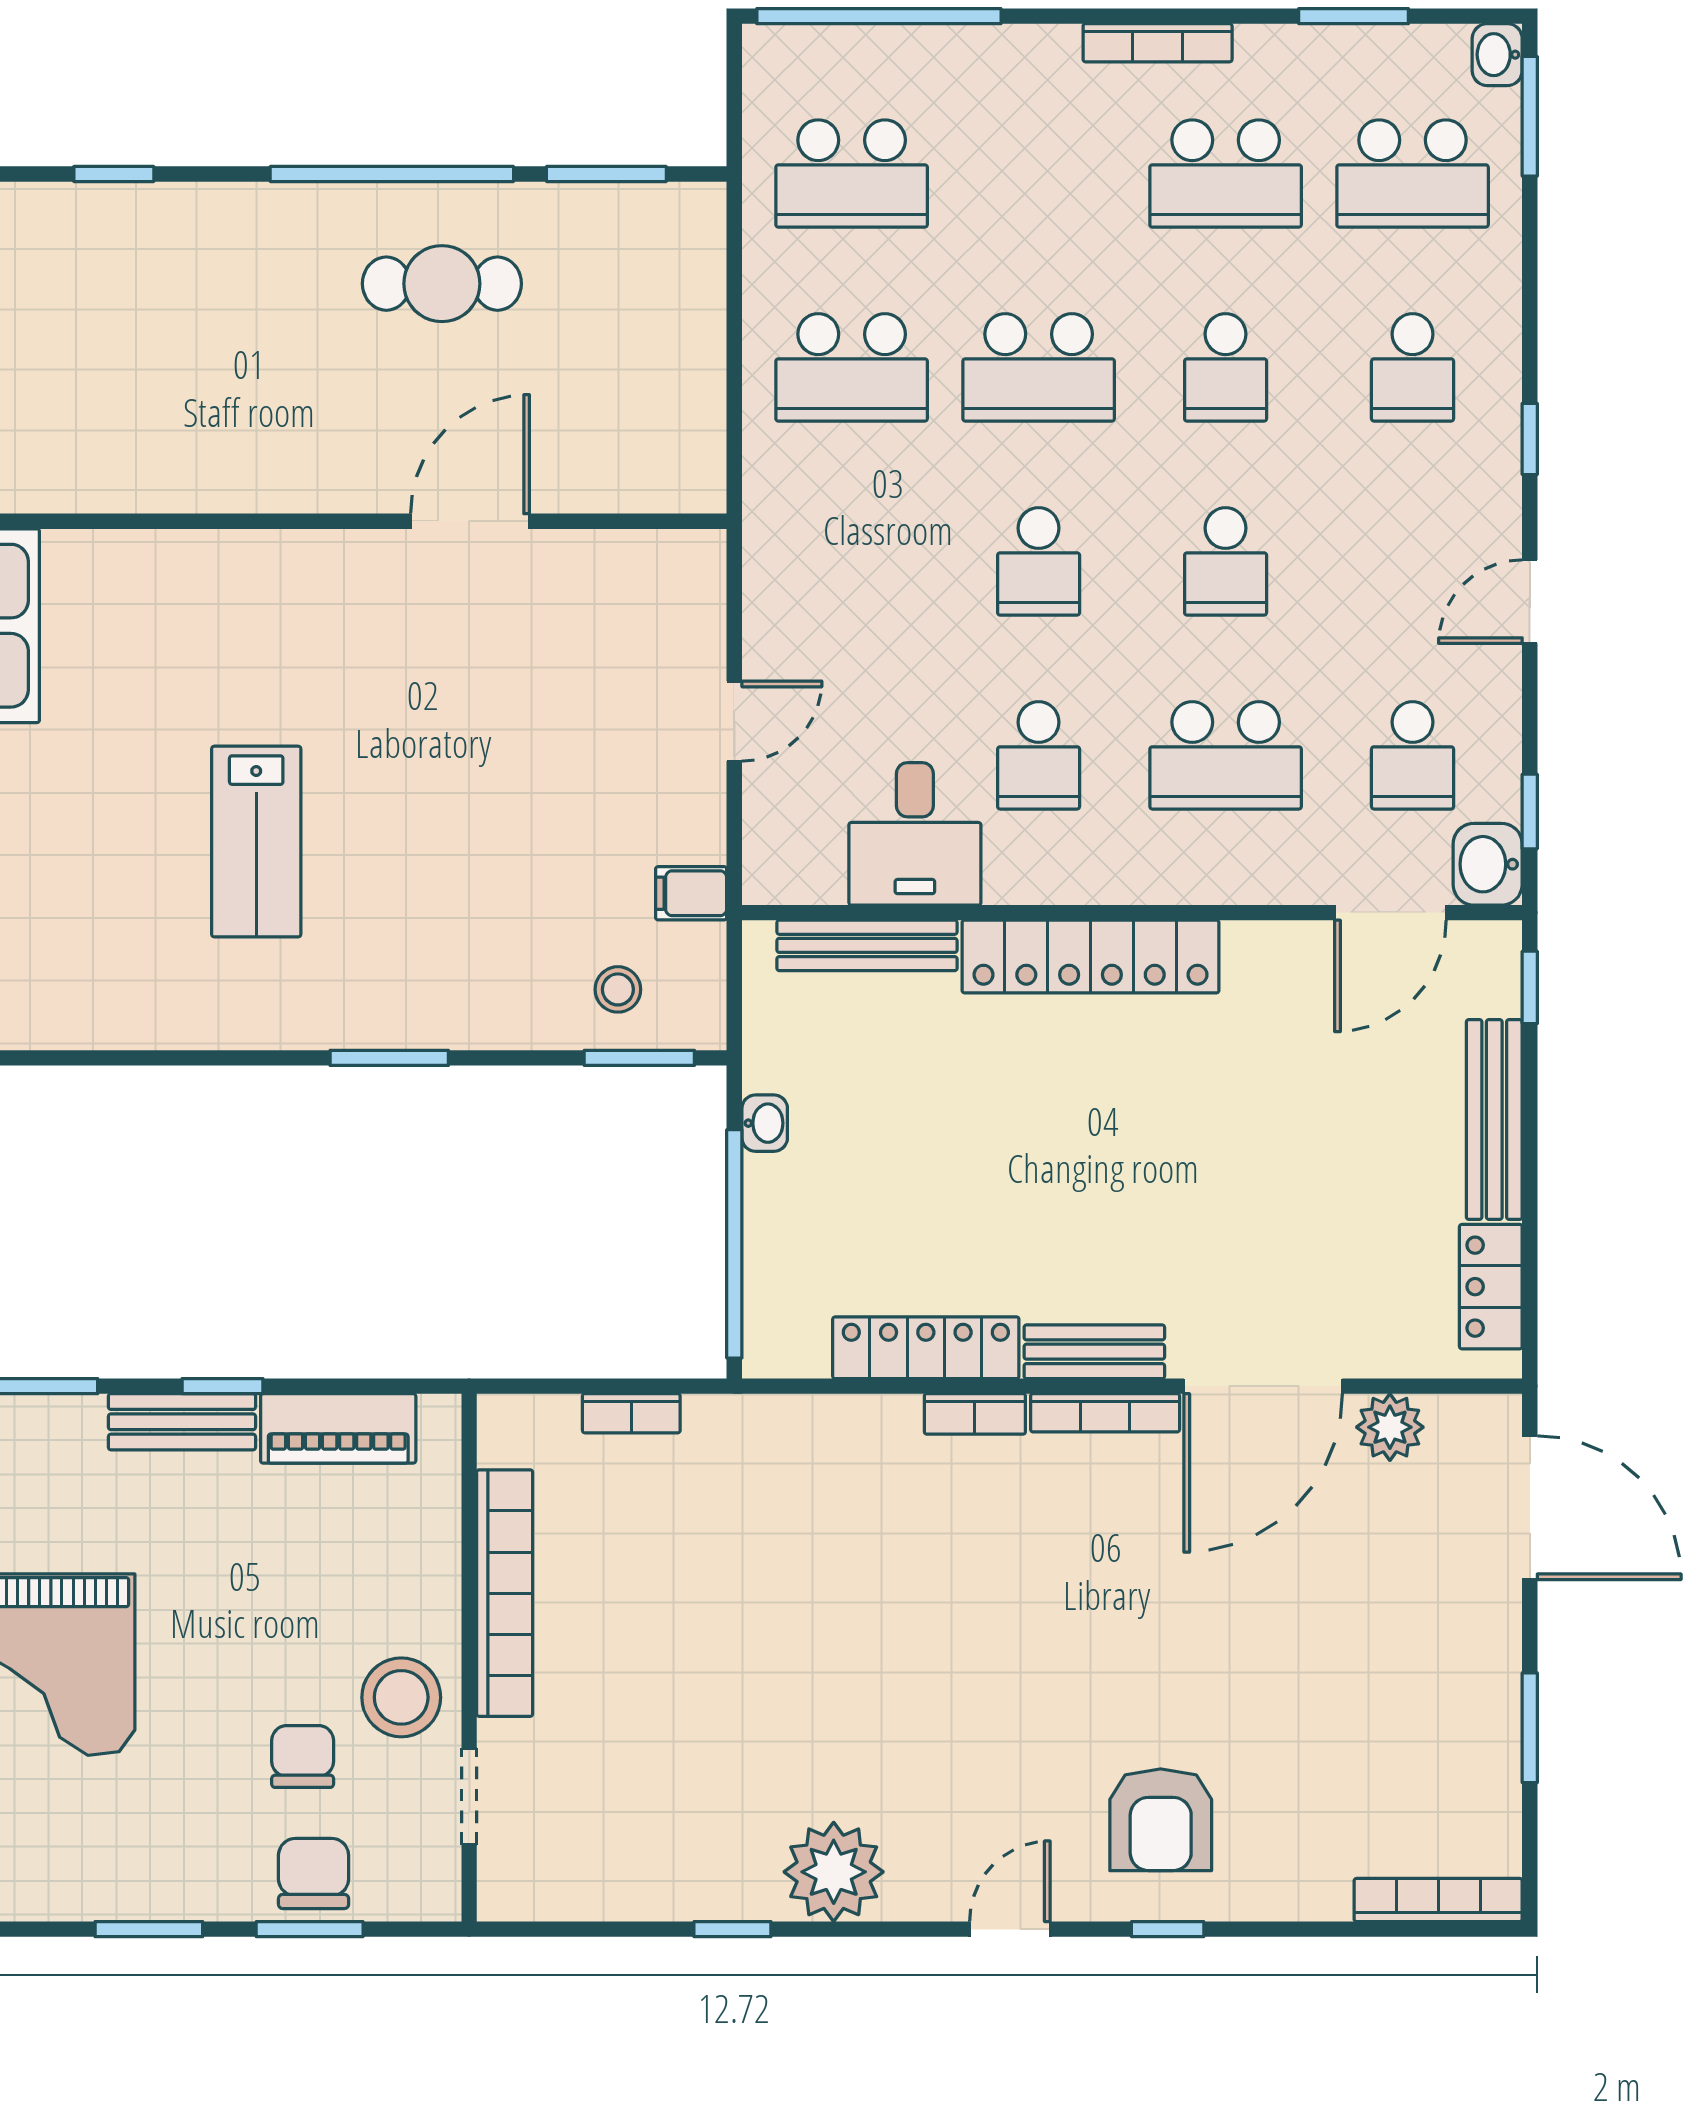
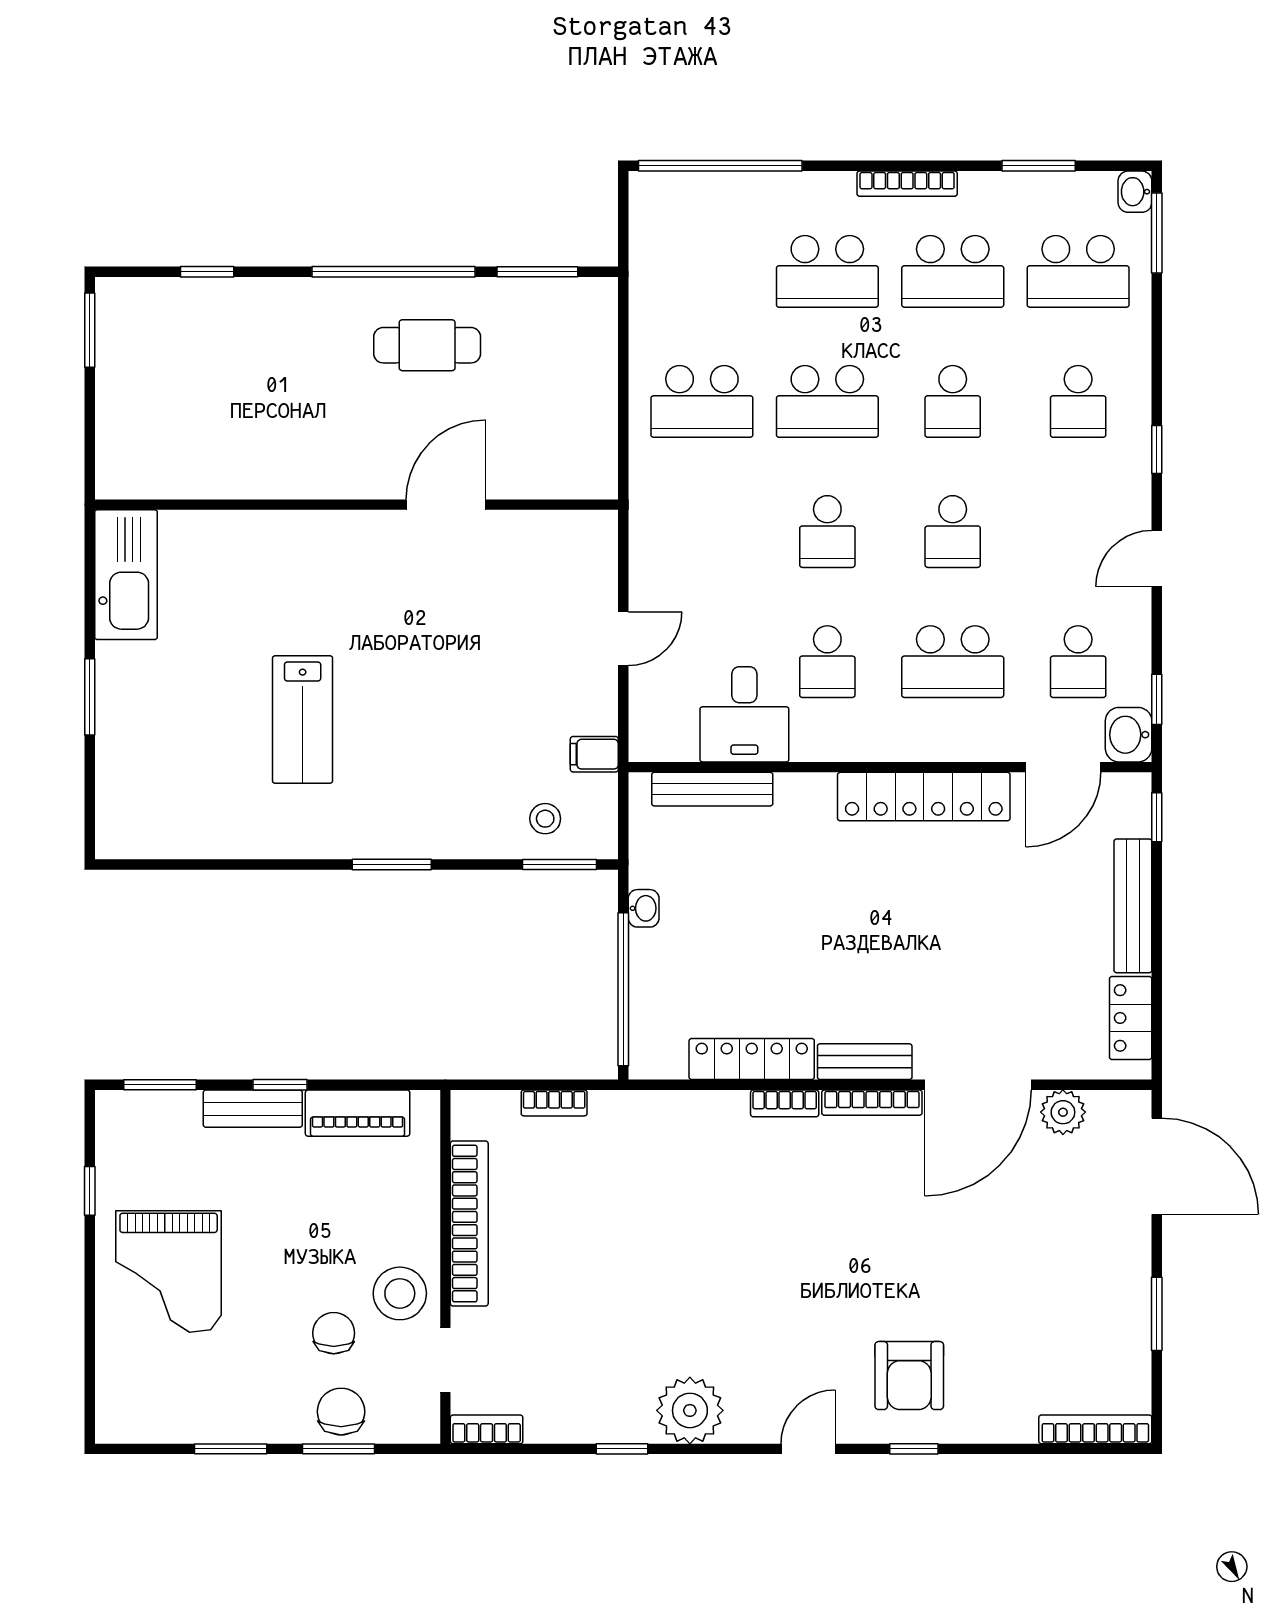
school desk: (852, 173) -> (827, 271), moved
locker: (1091, 957) -> (924, 797), moved
bookcase: (531, 1900) -> (487, 1429), added

